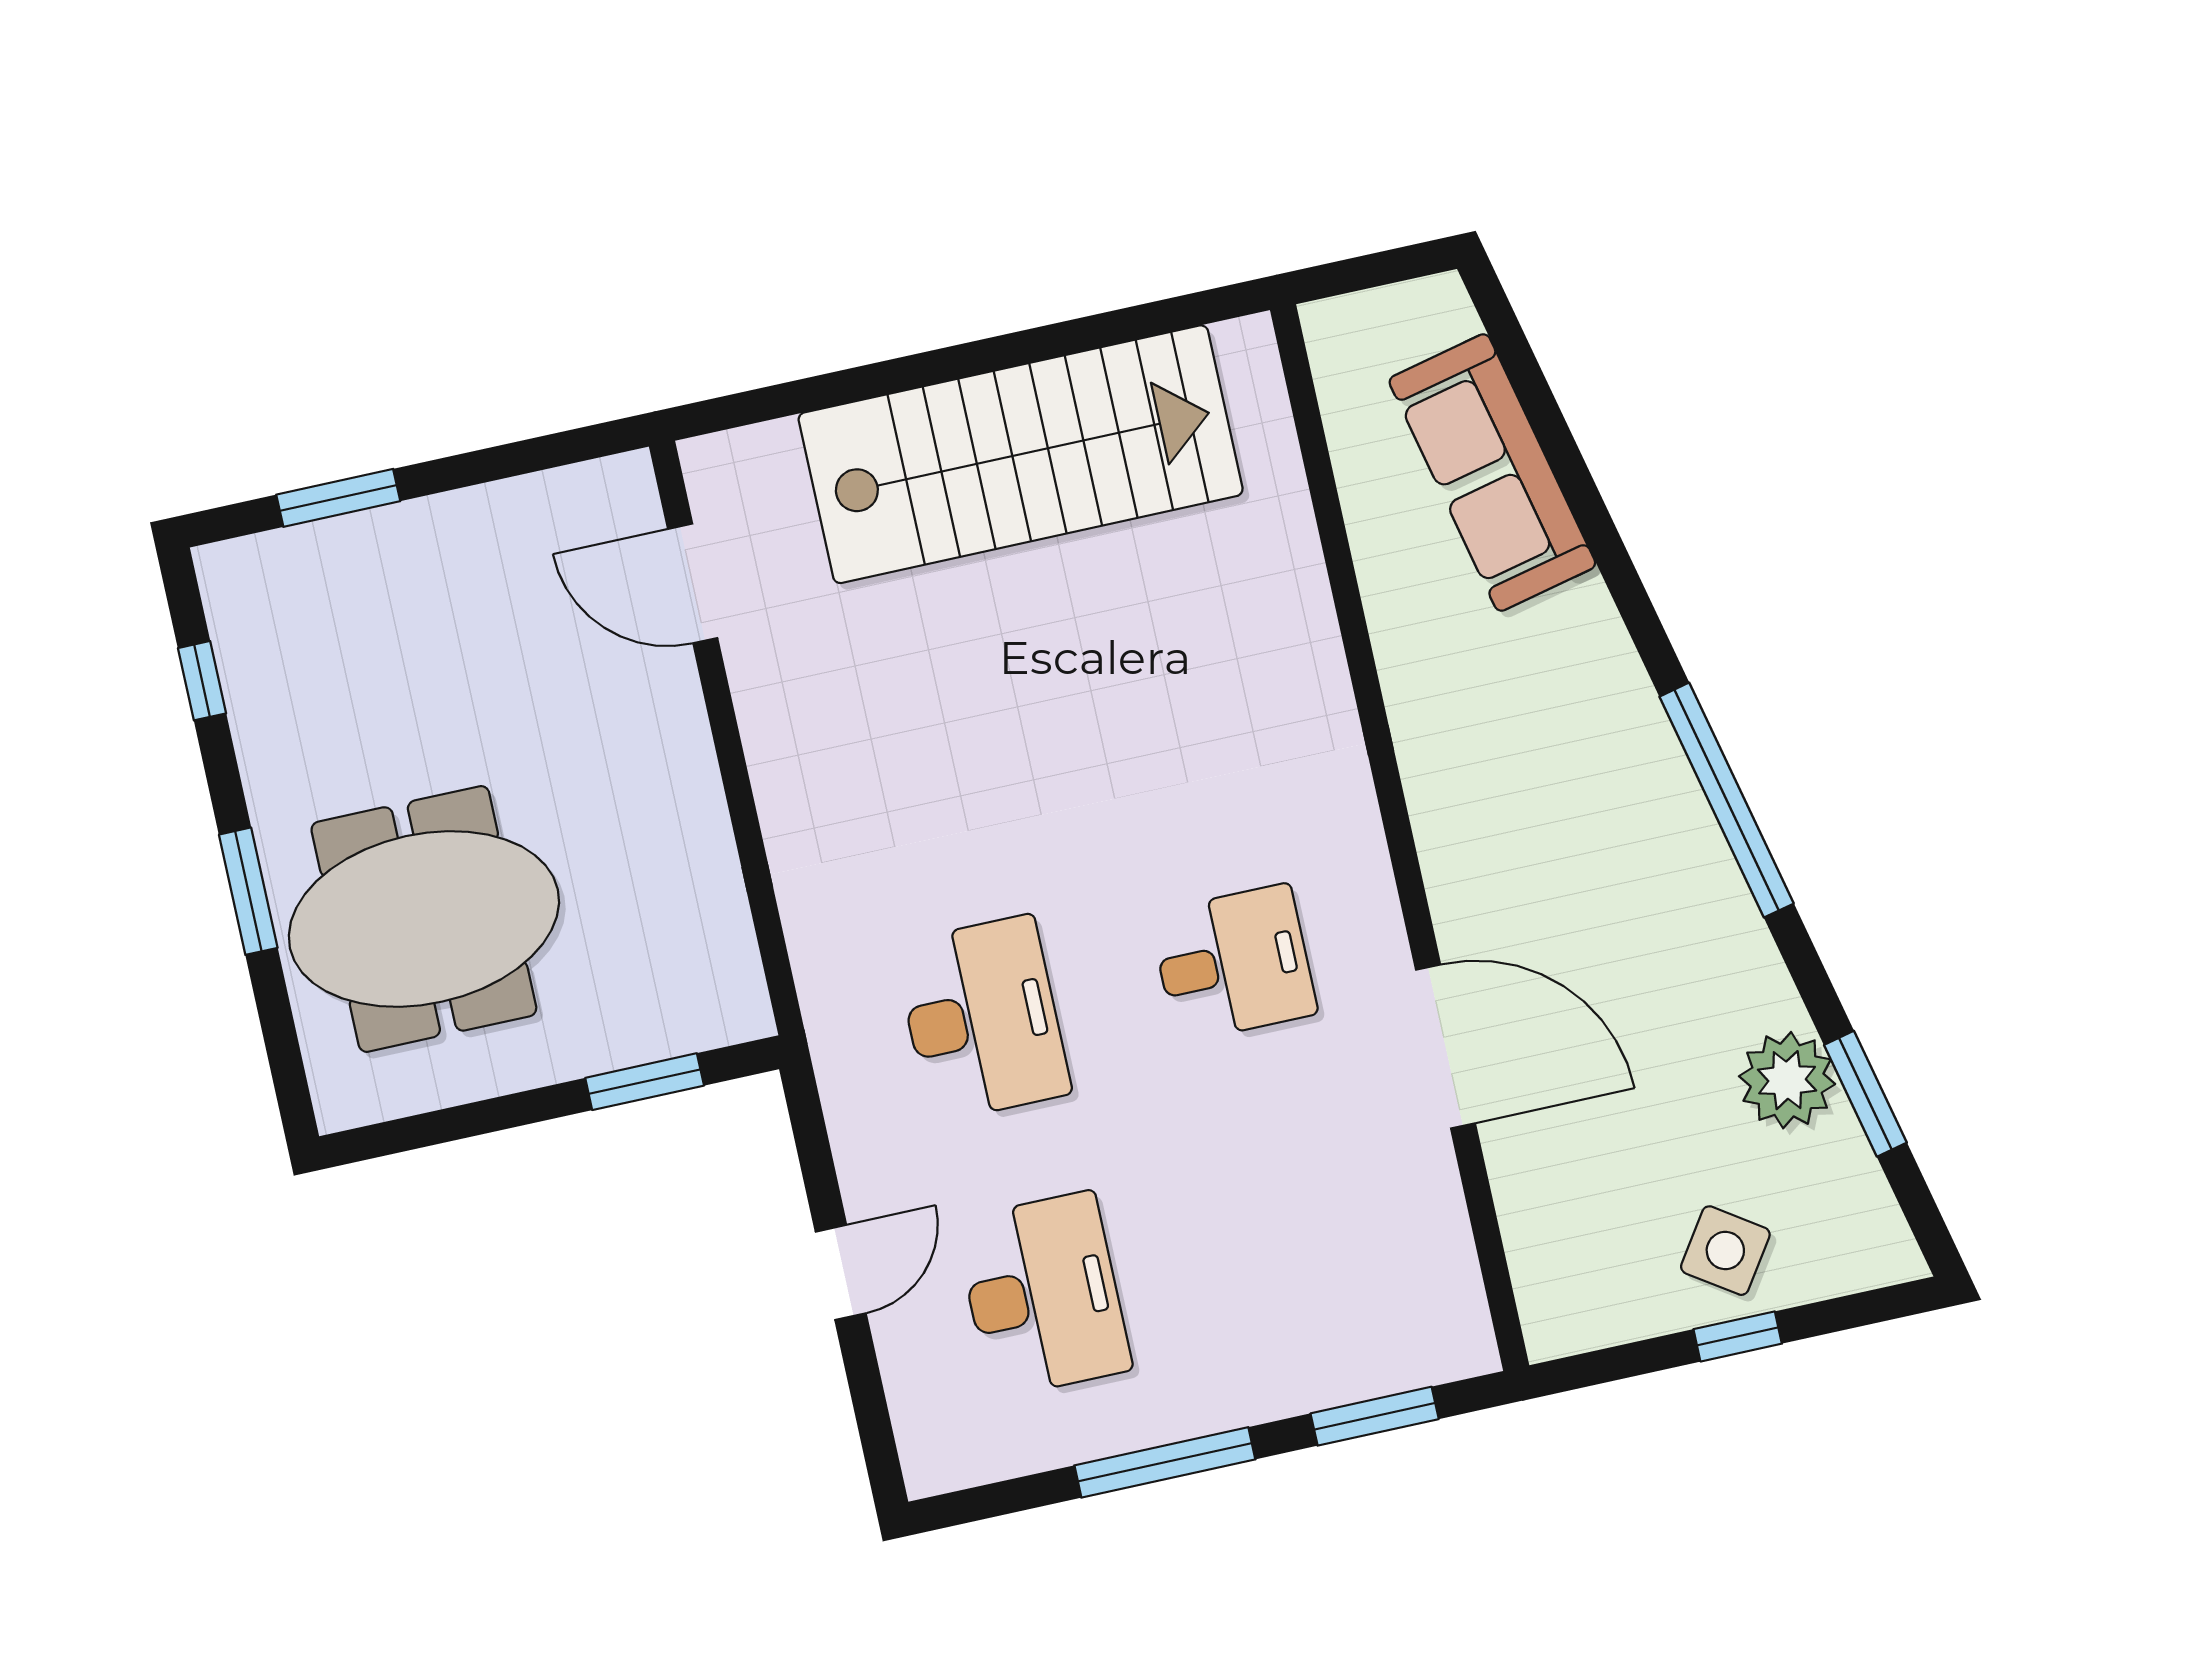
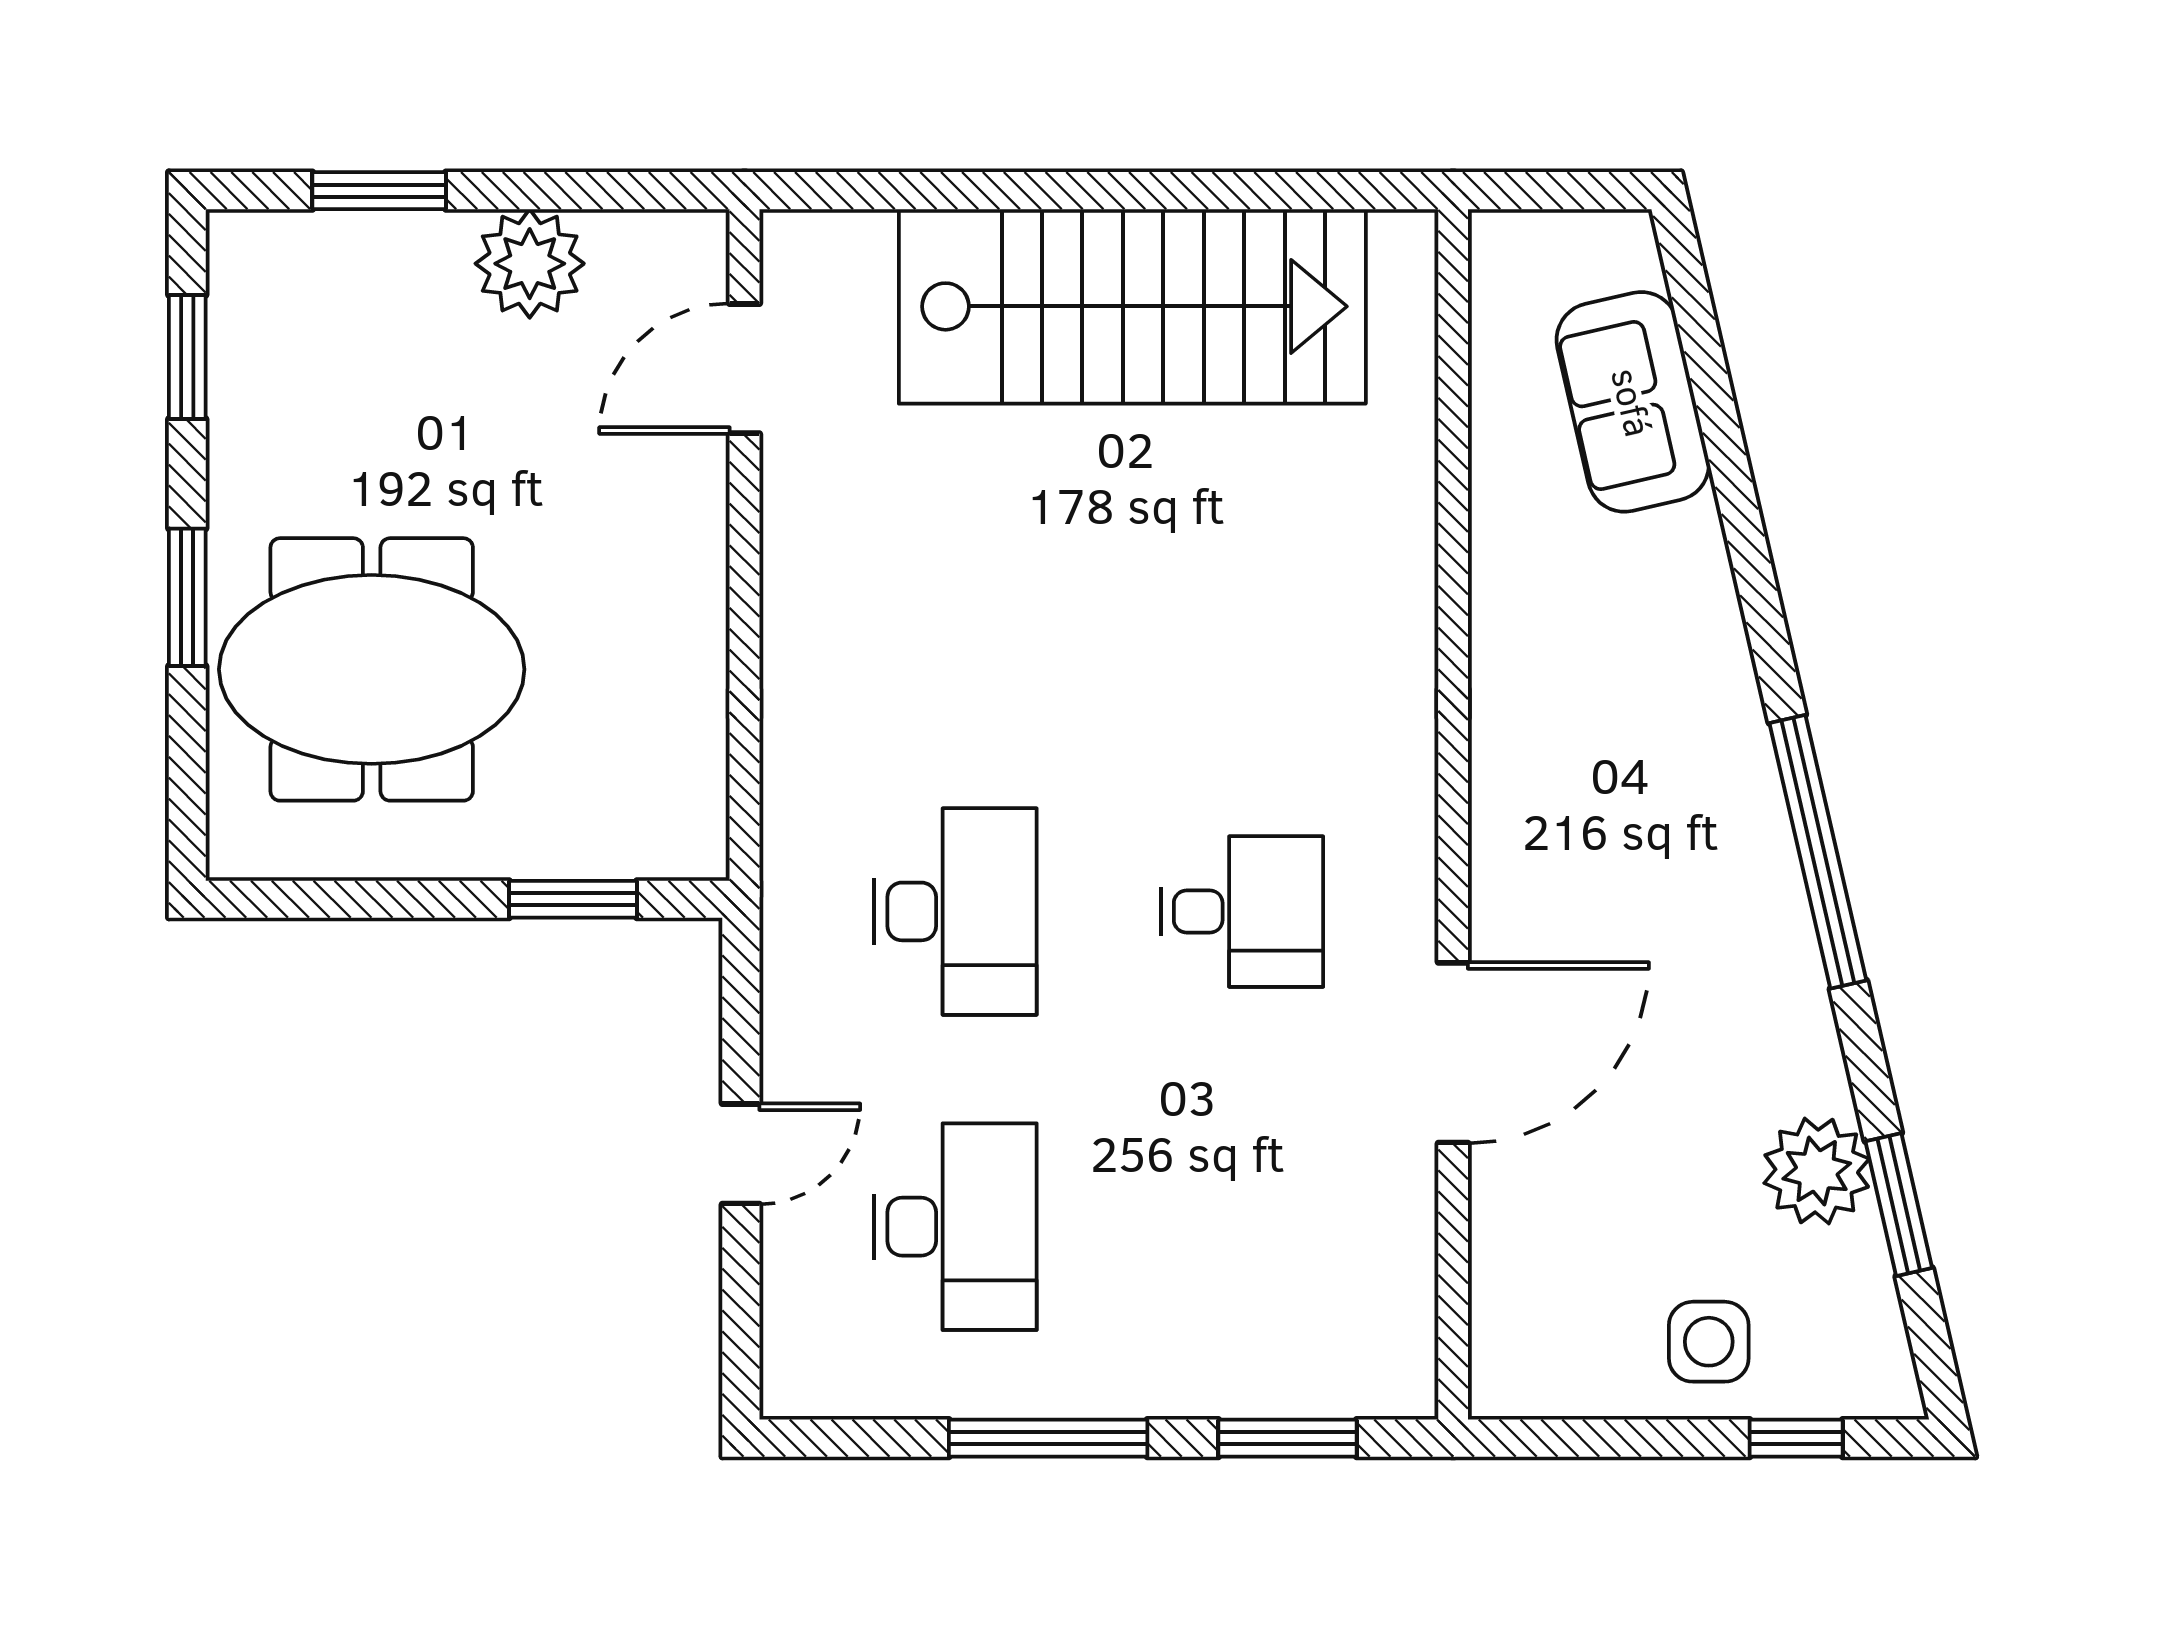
sofa: (1492, 473) -> (1633, 402), width x0.73
plant: (484, 533) -> (530, 264), added
door: (693, 583) -> (744, 369), hinge flipped
window: (202, 681) -> (187, 357), width x1.50
door: (1446, 1047) -> (1453, 1053), hinge flipped
side table: (1725, 1251) -> (1709, 1342), turned -34
window: (1738, 1336) -> (1796, 1438), moved

